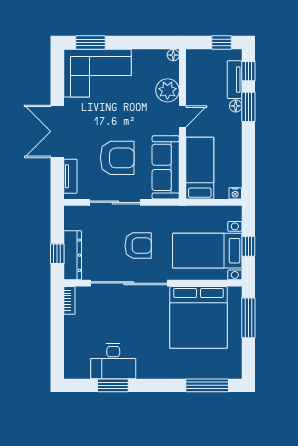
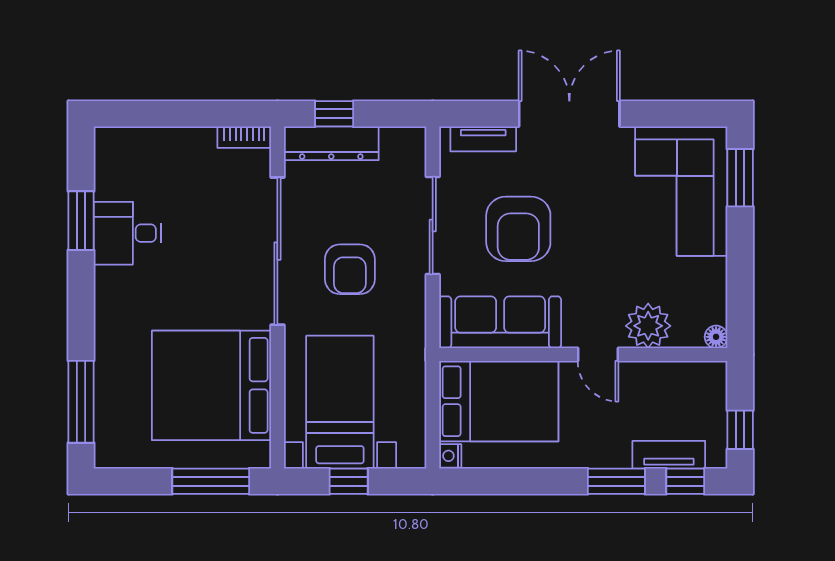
floor lamp: (236, 106) -> (618, 457), removed
bed: (200, 168) -> (499, 401), width x1.50
desk: (113, 361) -> (128, 233), width x0.73

